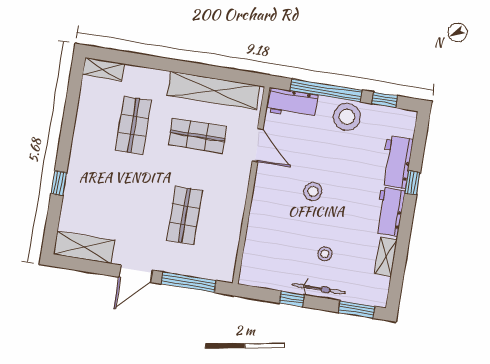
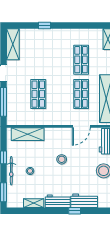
shop shelf: (134, 125) -> (81, 60), turned 90
shop shelf: (184, 215) -> (38, 94), turned 90
shelving: (256, 247) -> (28, 134), added

